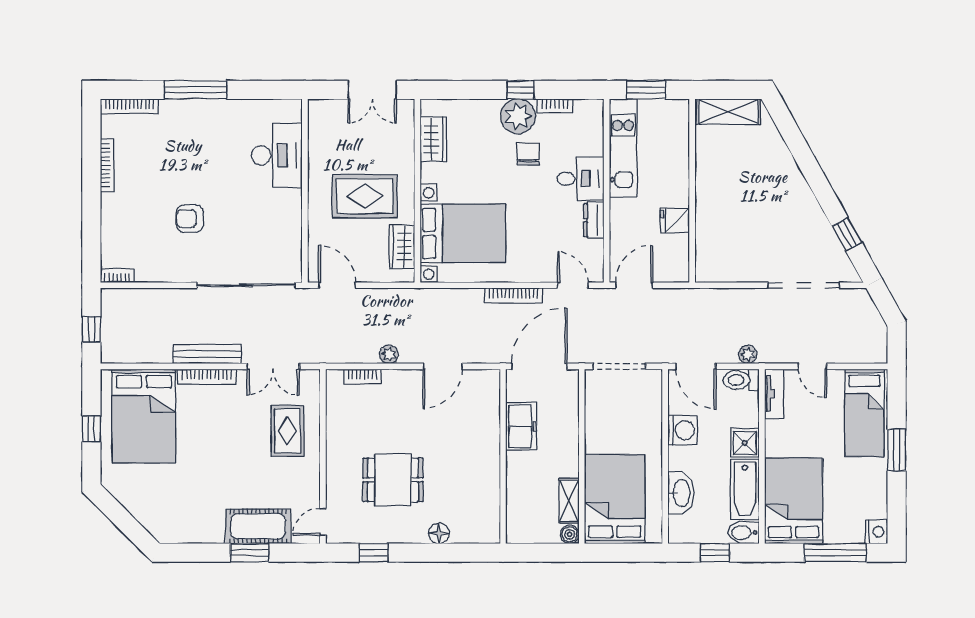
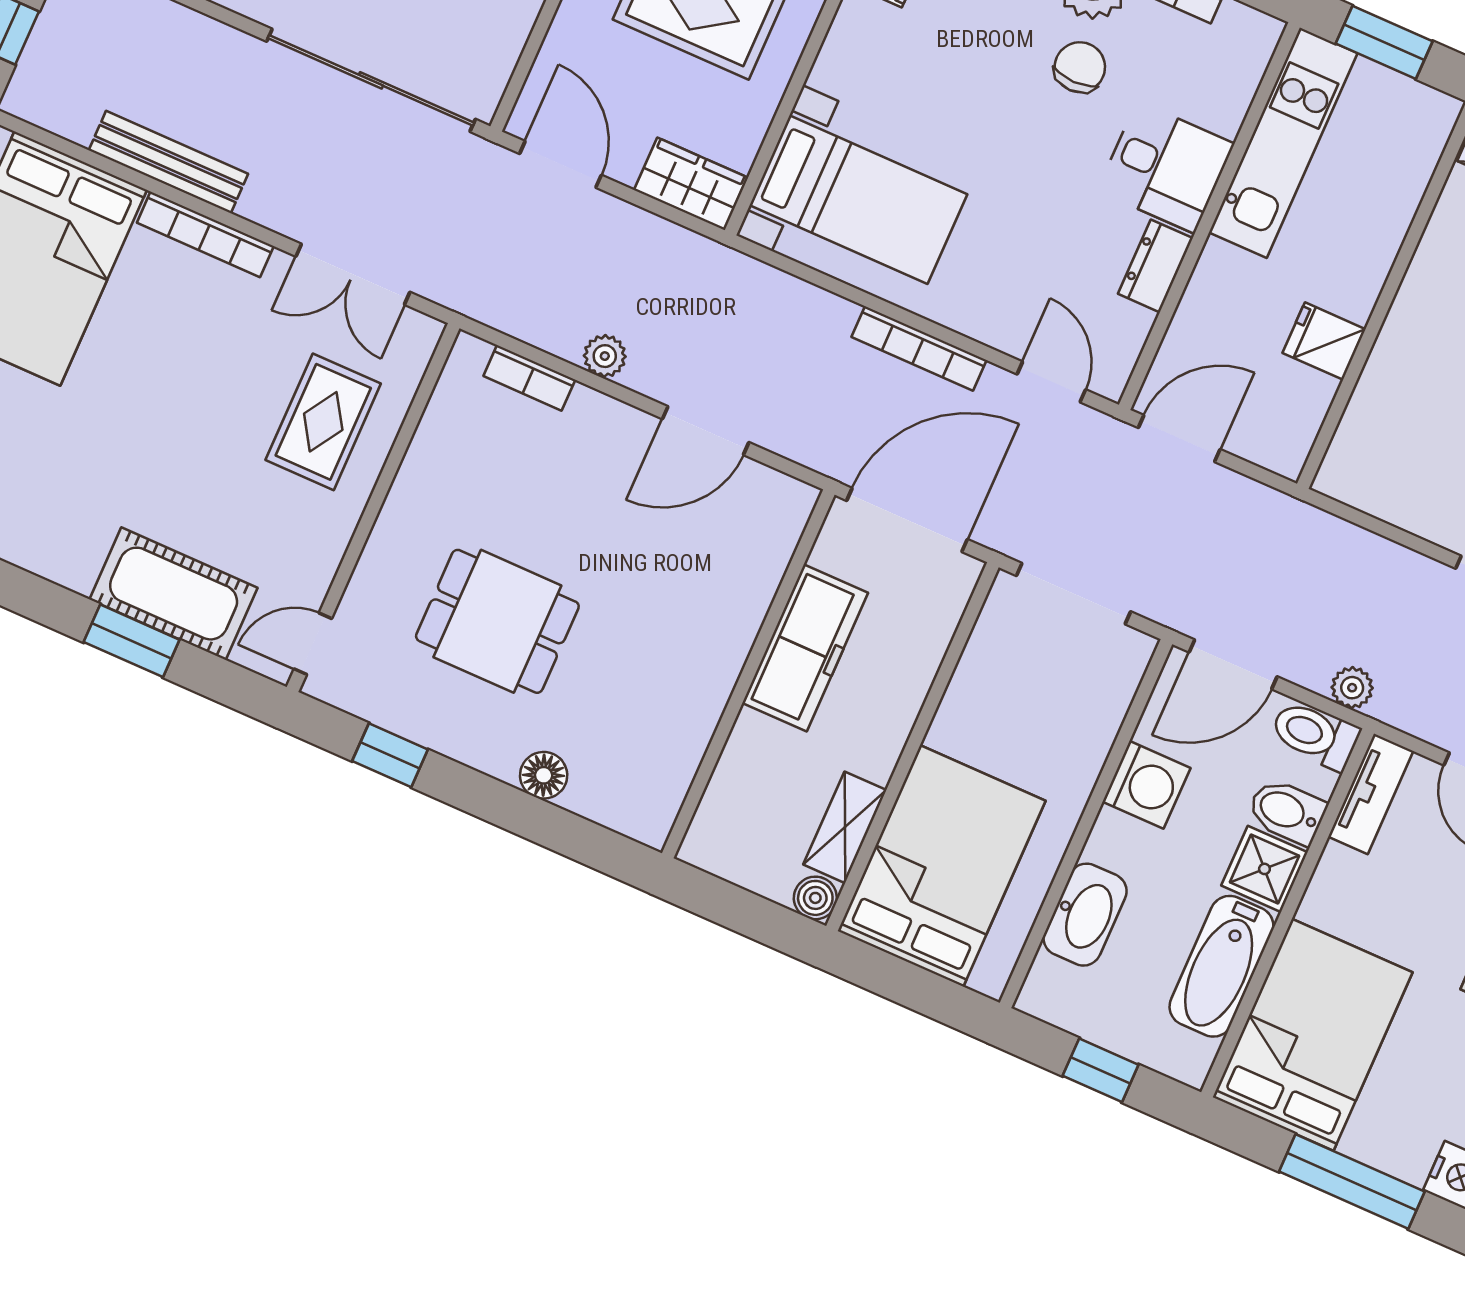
bed with nightstands: (463, 233) -> (858, 200), width x0.73
wardrobe: (402, 247) -> (691, 184), moved, turned 90
bench: (207, 354) -> (168, 162), moved
door: (696, 366) -> (1233, 664), hinge flipped
freezer: (521, 426) -> (805, 648), width x1.40
bidet: (744, 533) -> (1287, 811), moved

